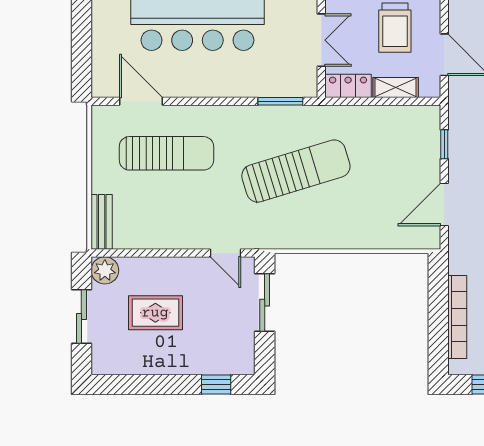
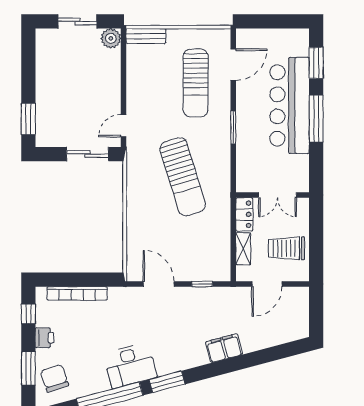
window: (280, 101) -> (233, 128), moved
rug: (155, 313) -> (80, 75), removed
window: (216, 384) -> (28, 119), width x1.50

